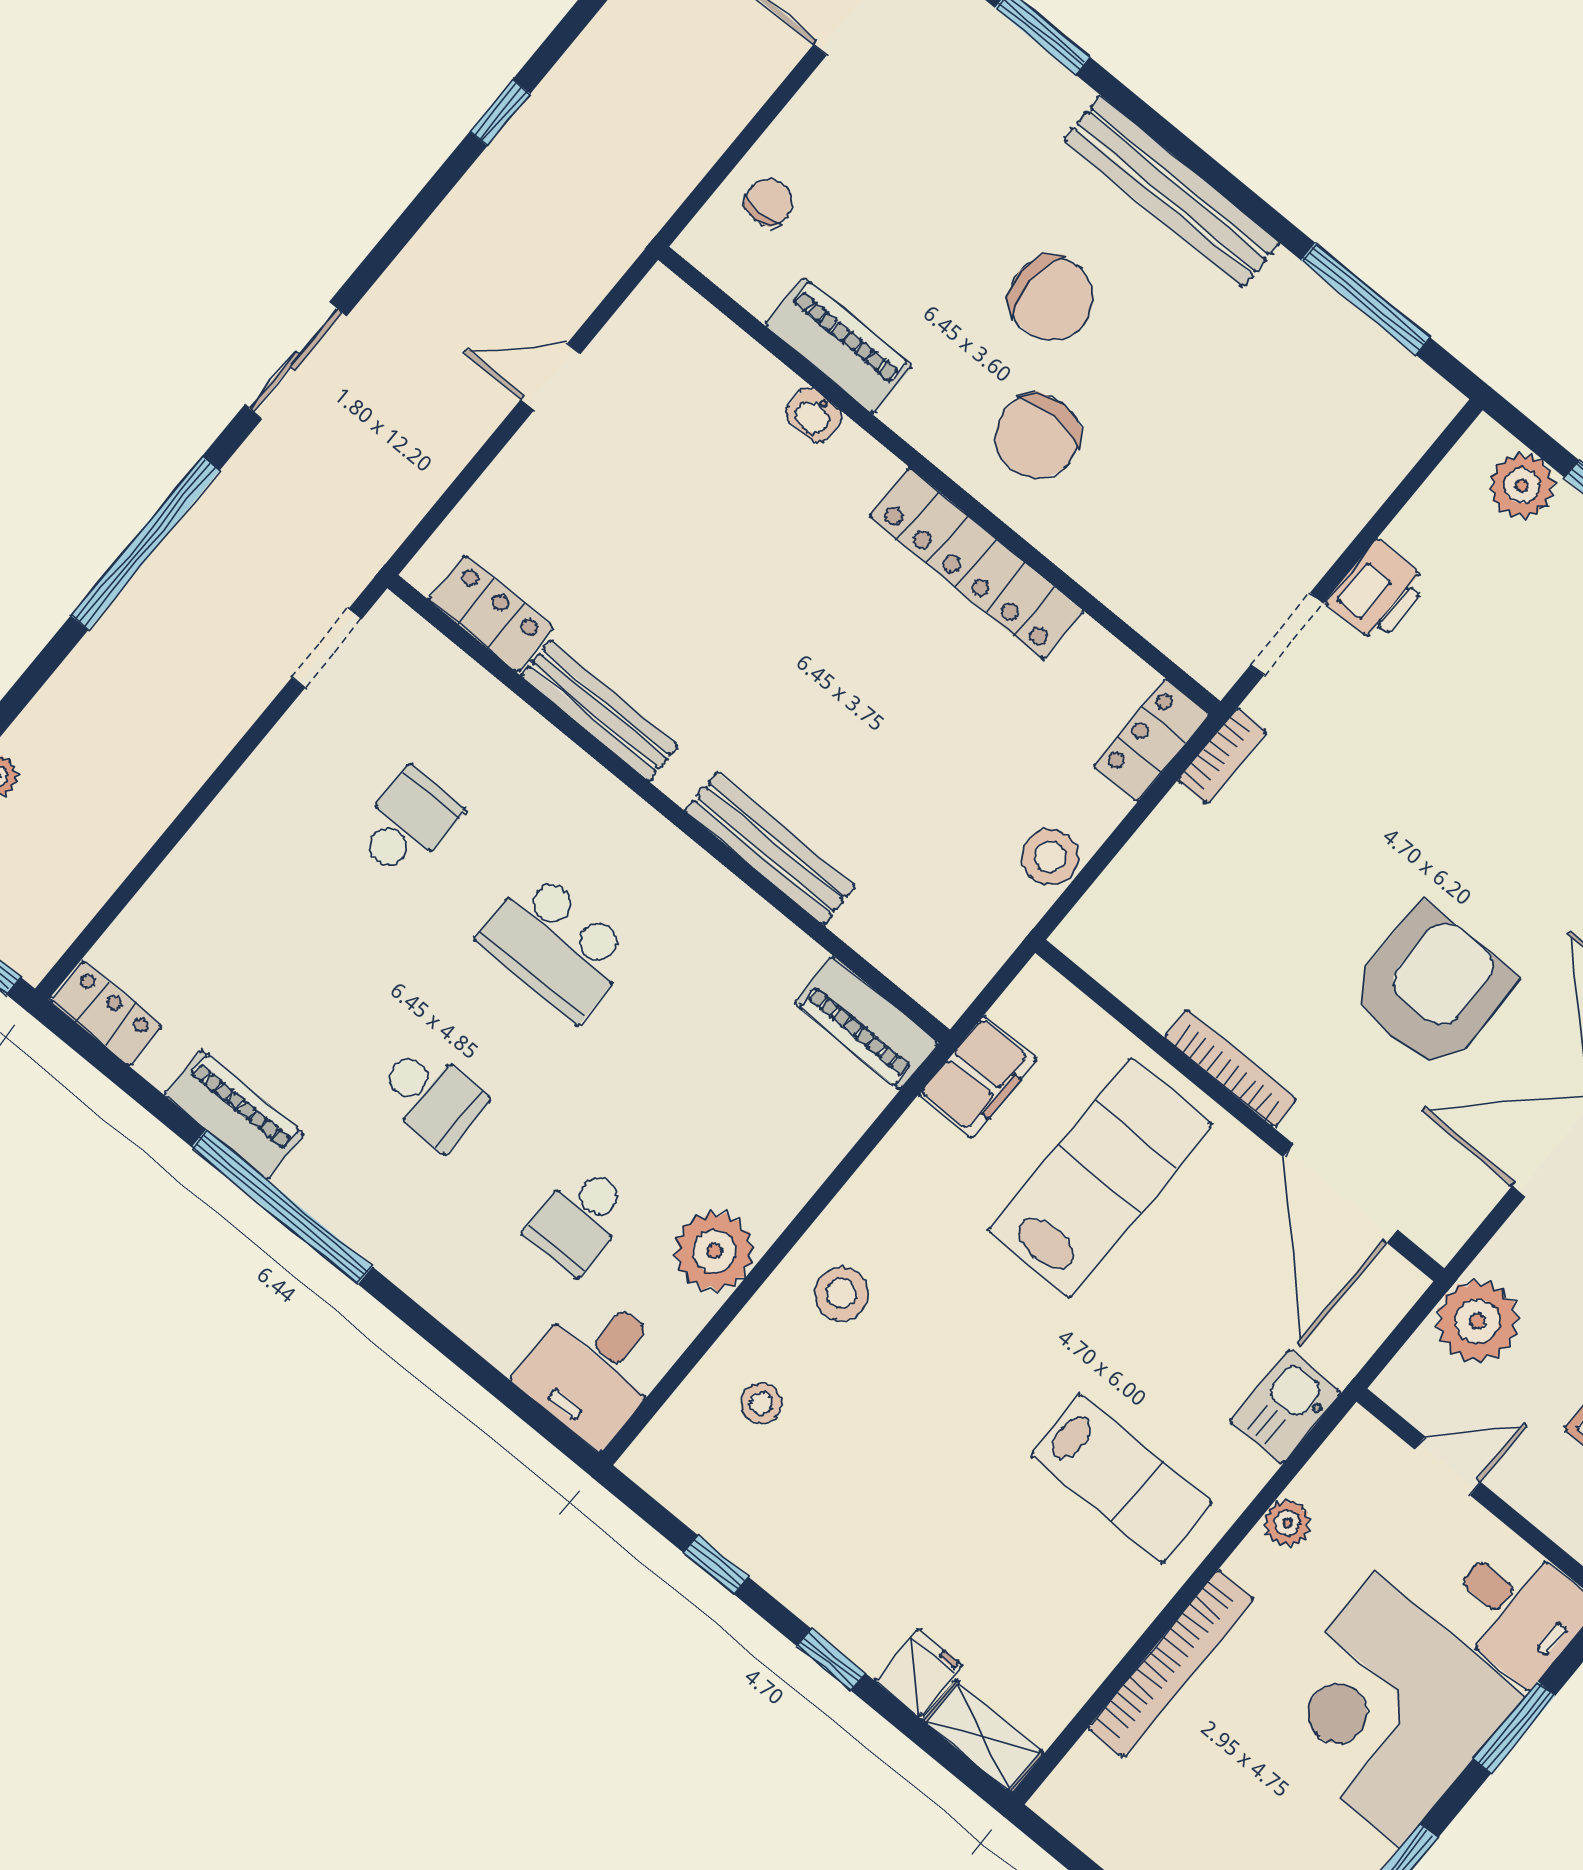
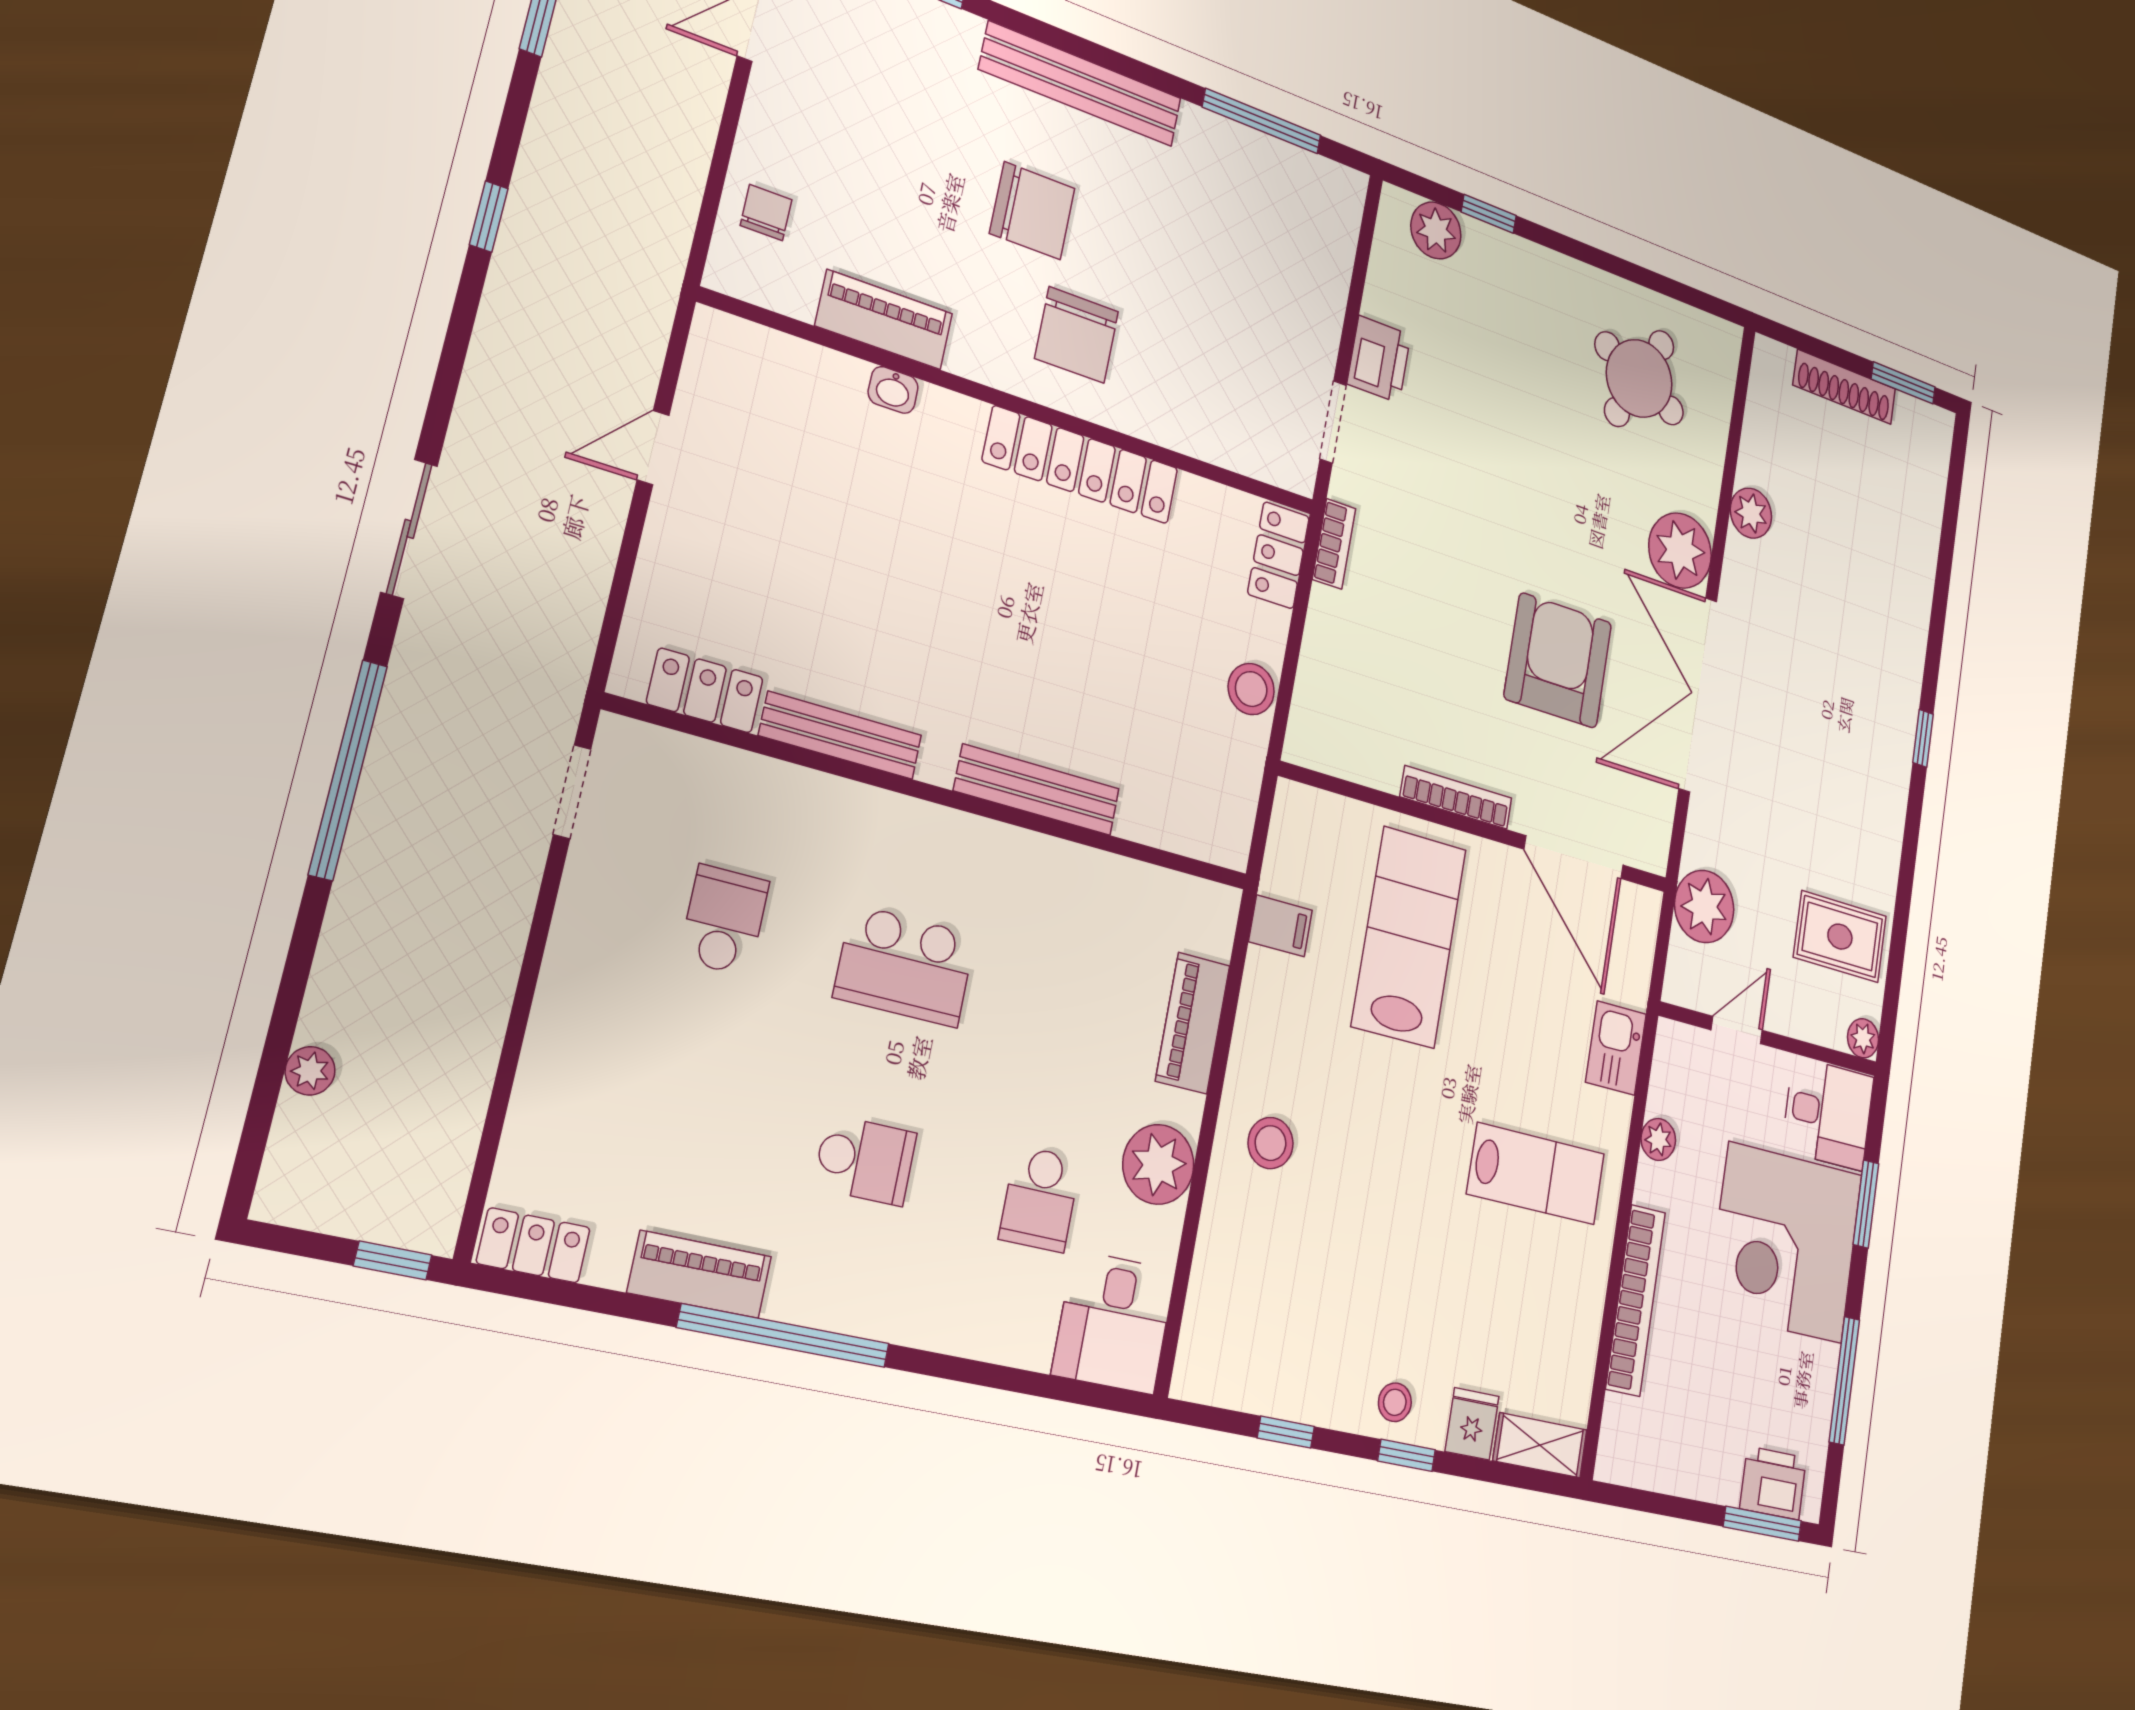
piano: (866, 1023) -> (1193, 1023), moved, turned 90
filing cabinet: (978, 1077) -> (1280, 926), width x0.50
stool: (761, 1403) -> (1395, 1402), moved

